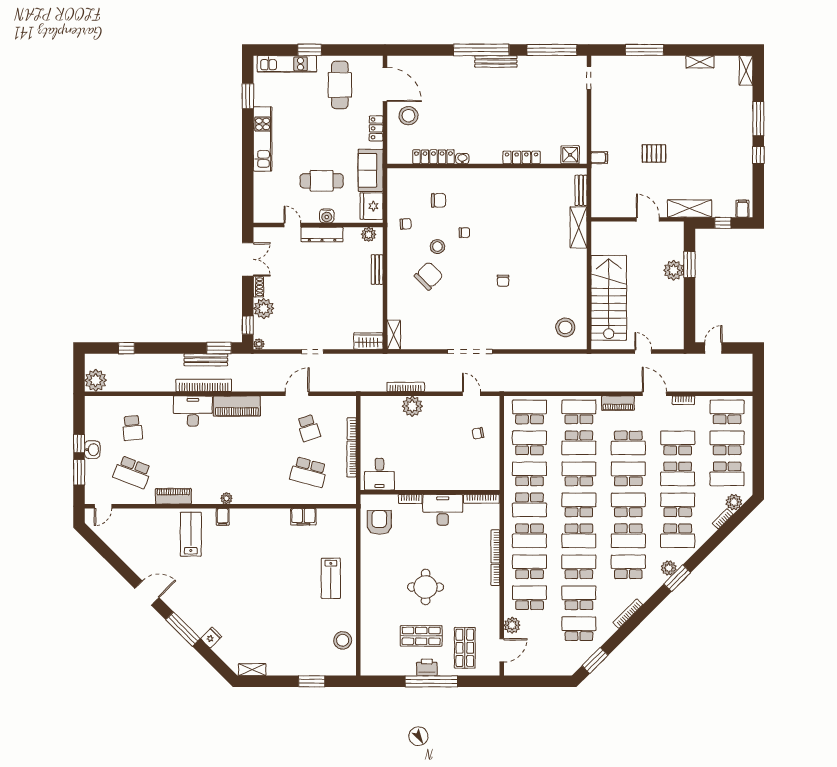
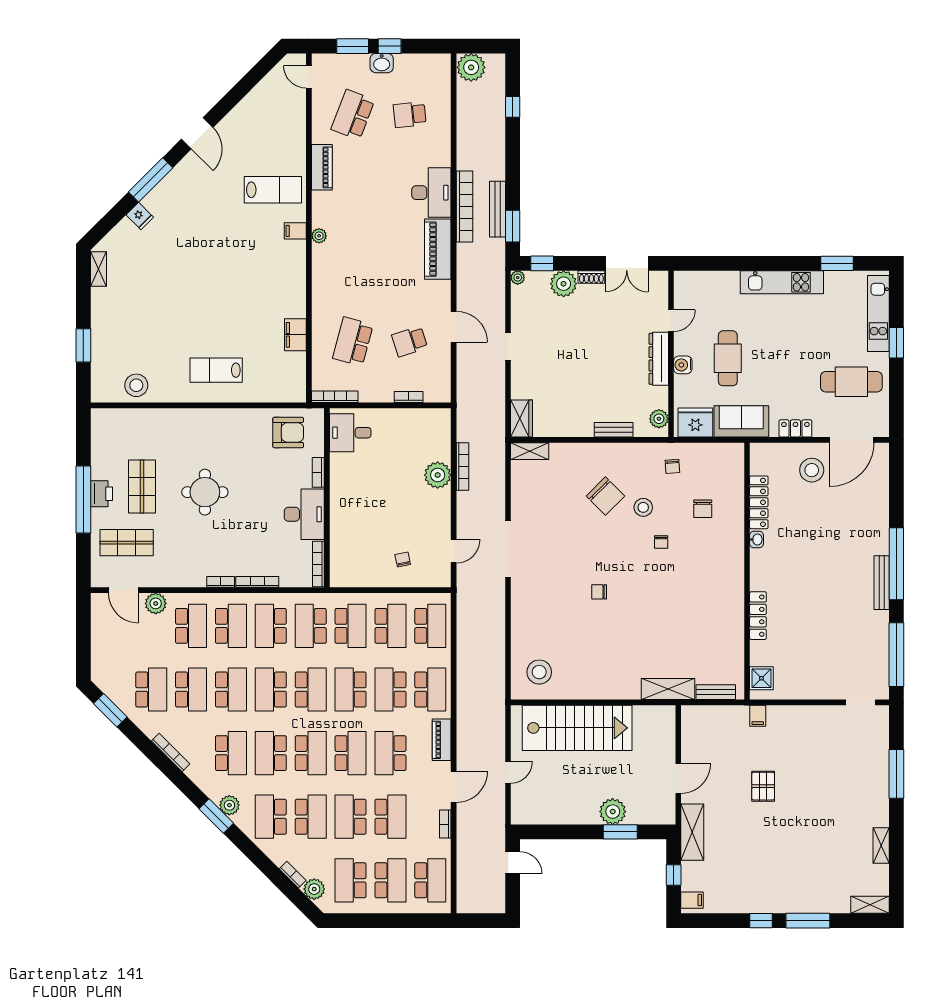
bookcase: (352, 459) -> (335, 397), moved
school desk: (579, 474) -> (351, 689), turned 180

